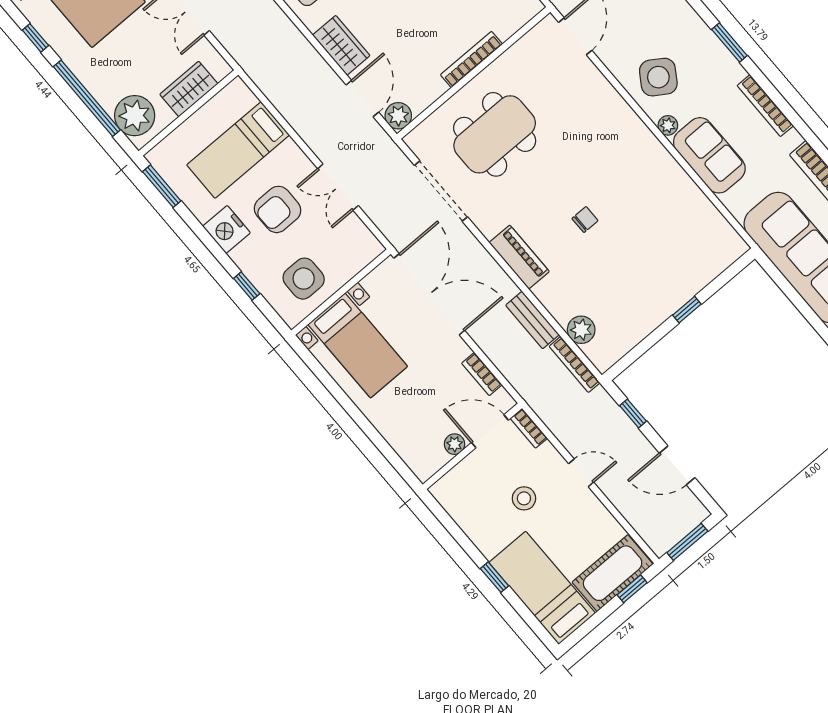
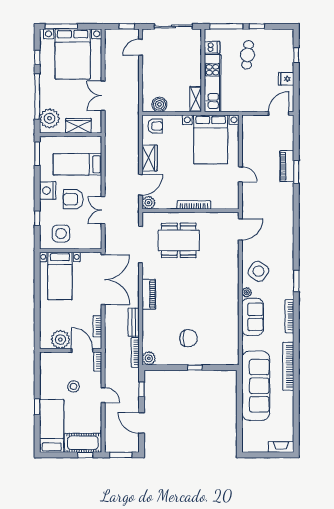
chair: (585, 219) -> (188, 338), moved, width x1.87, depth x1.87
plant: (581, 330) -> (149, 358), moved
plant: (455, 444) -> (60, 339), width x1.88, depth x1.88

